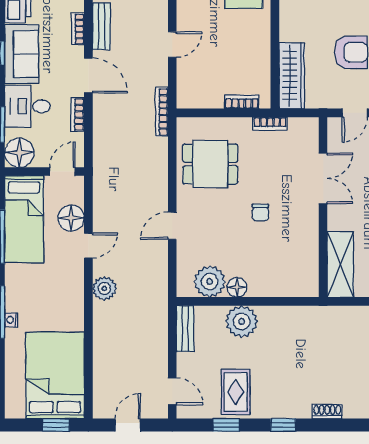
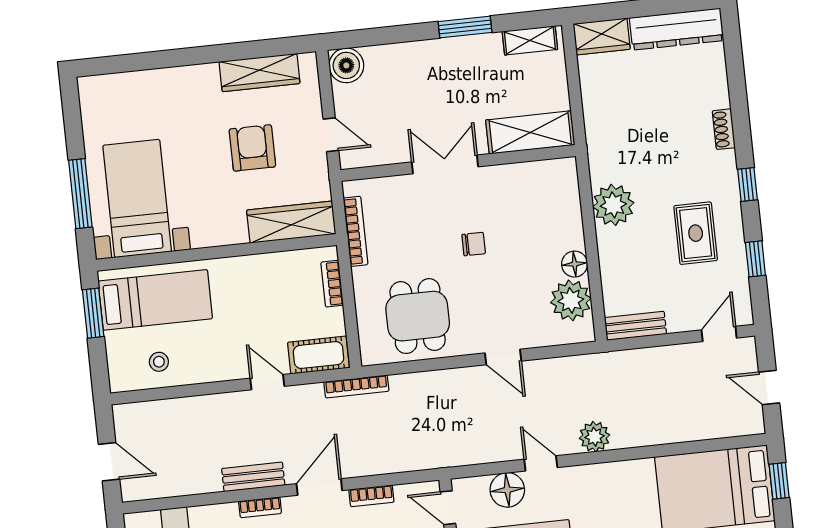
cot: (189, 86) -> (319, 355), added
bookcase: (270, 124) -> (356, 231), width x1.56
double door: (323, 178) -> (445, 164), moved
plant: (242, 322) -> (613, 205), moved
rug: (236, 392) -> (696, 233), moved, turned 90

